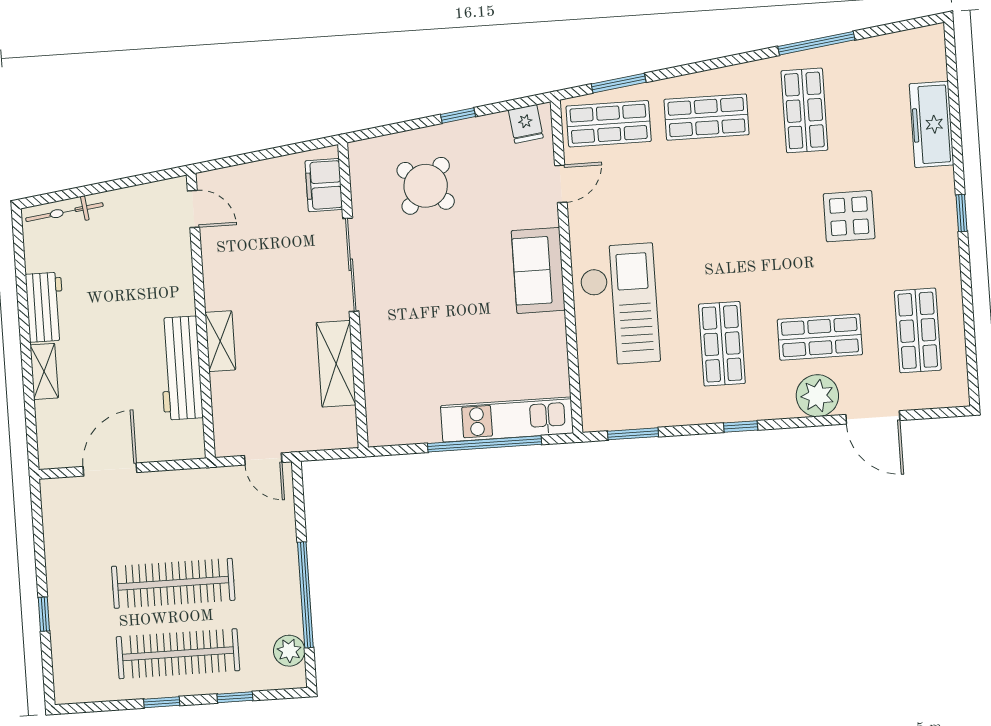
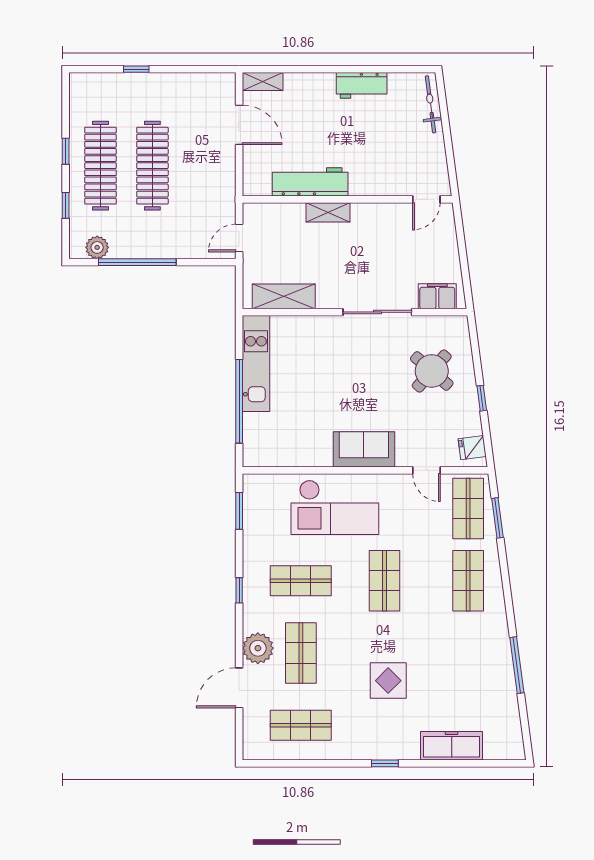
shop shelf: (804, 110) -> (385, 581), moved, turned 90
shelving: (336, 364) -> (284, 296), moved
shelving: (44, 371) -> (263, 81), moved
kitchen unit: (507, 420) -> (256, 363), moved

